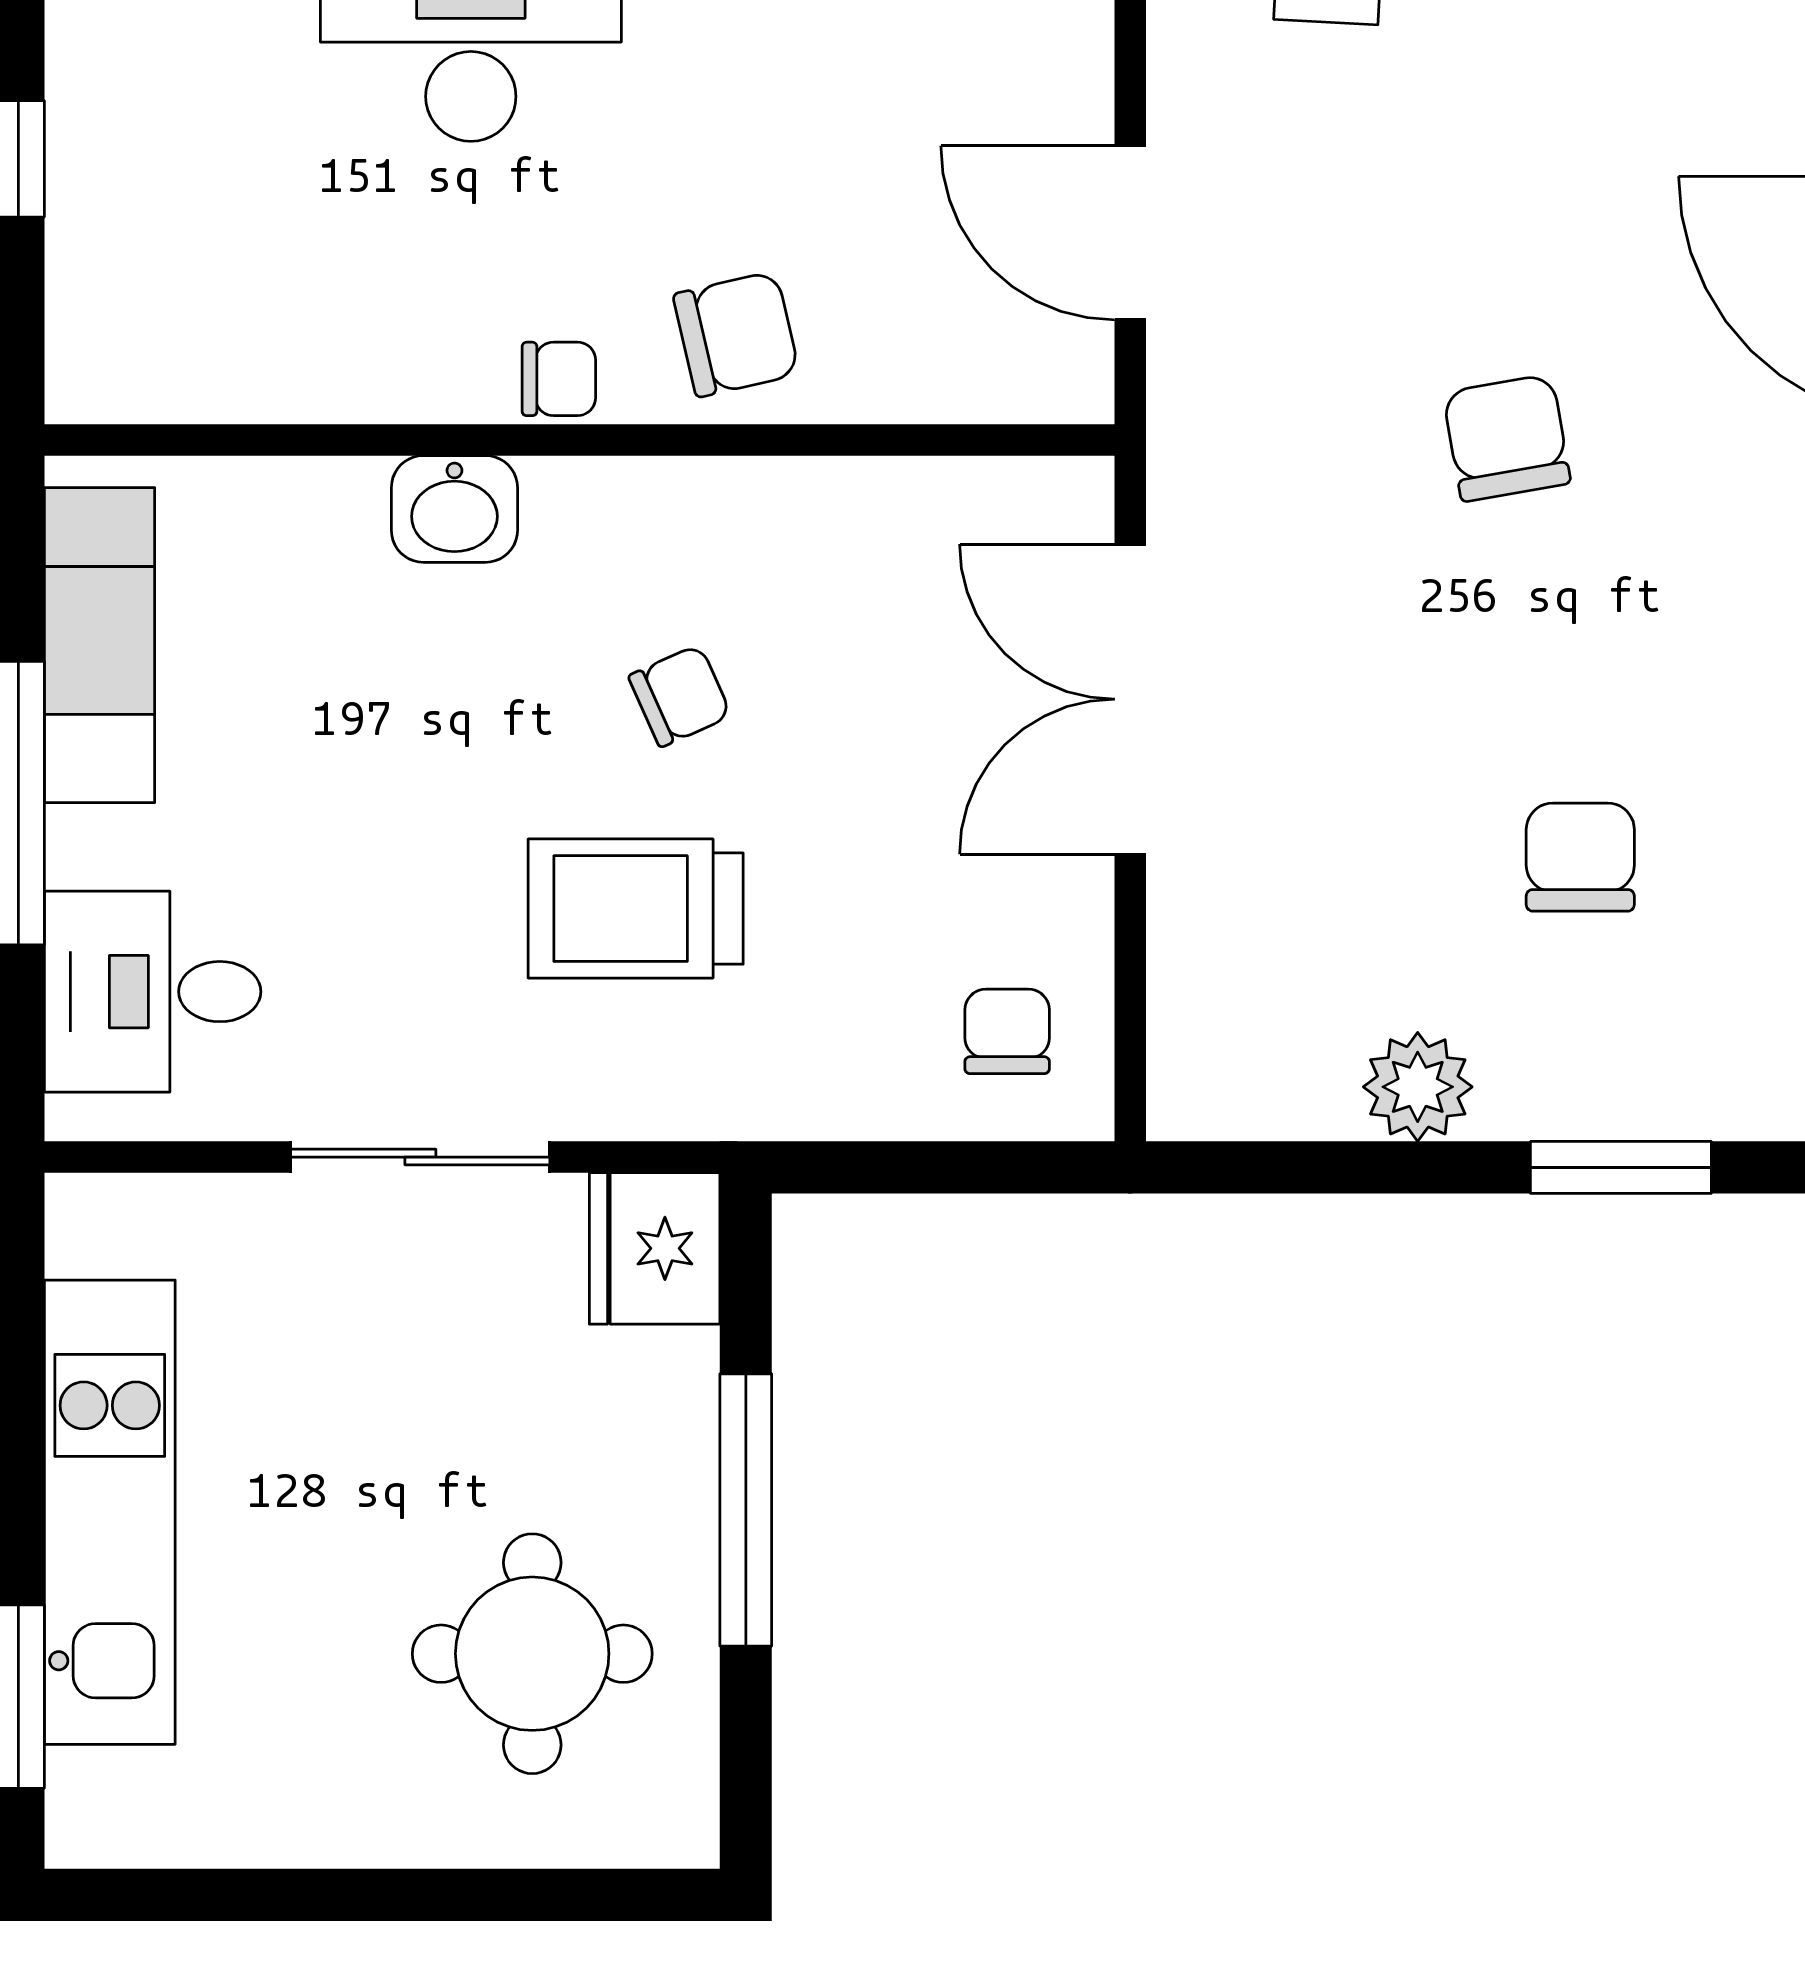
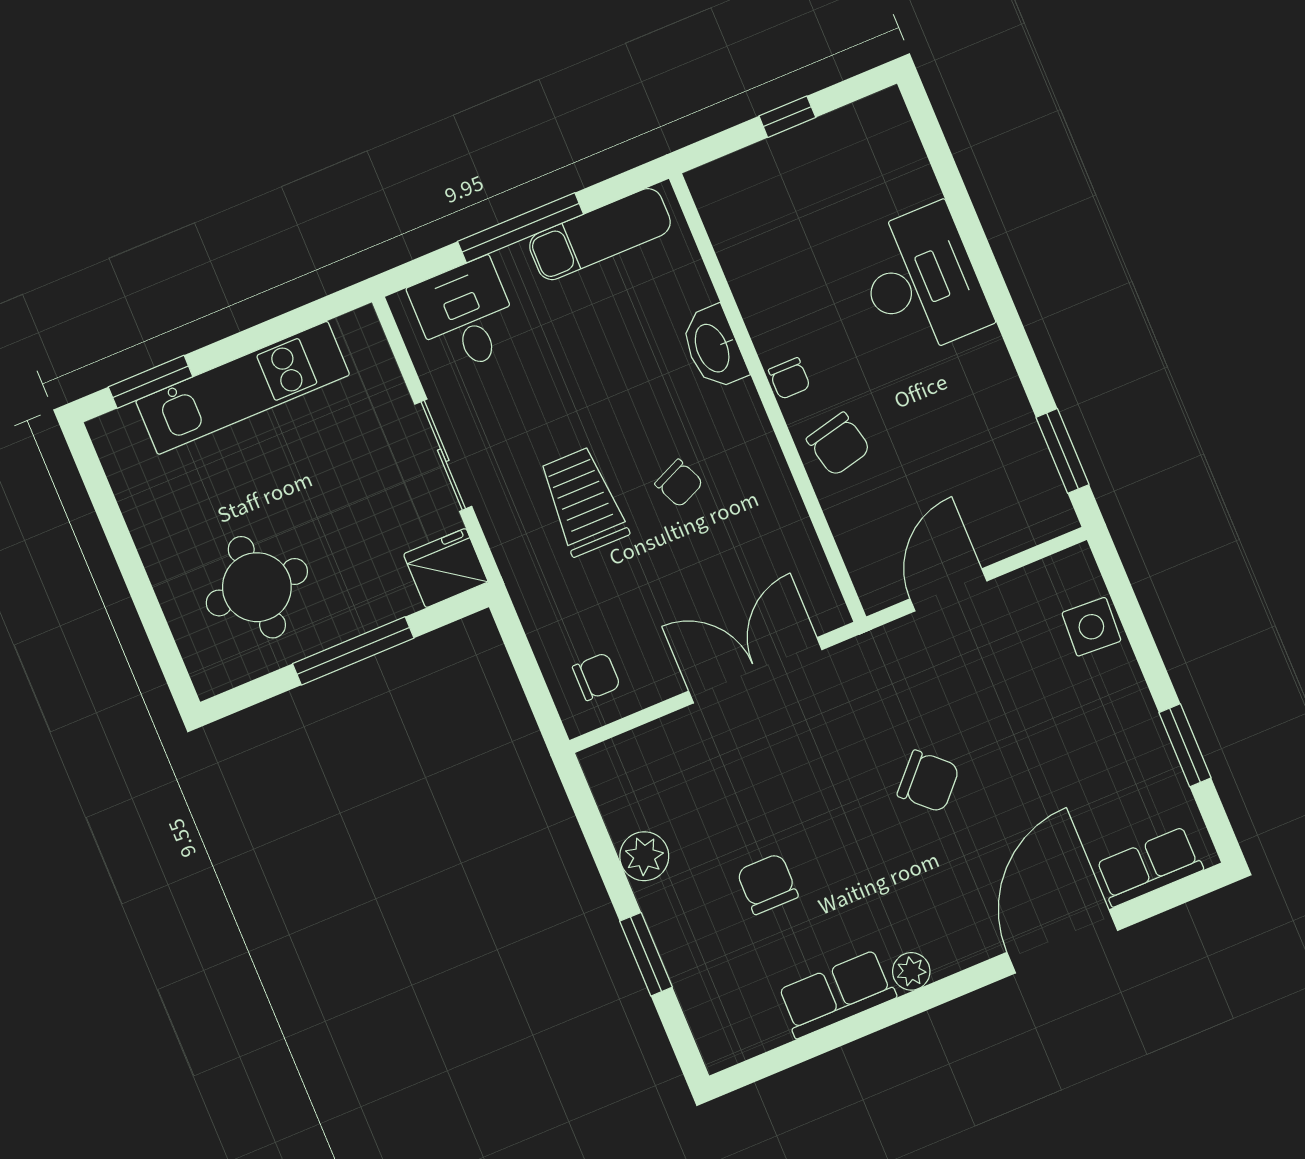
chair: (1507, 438) -> (928, 781), turned 53
washbasin: (454, 509) -> (713, 348), width x1.38
chair: (1580, 857) -> (767, 884), turned -90

